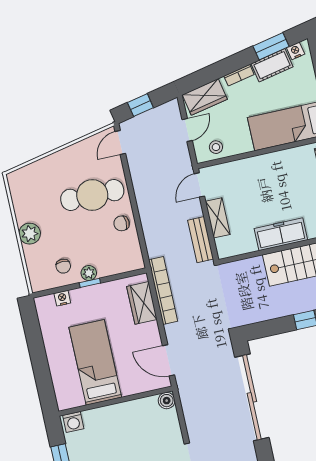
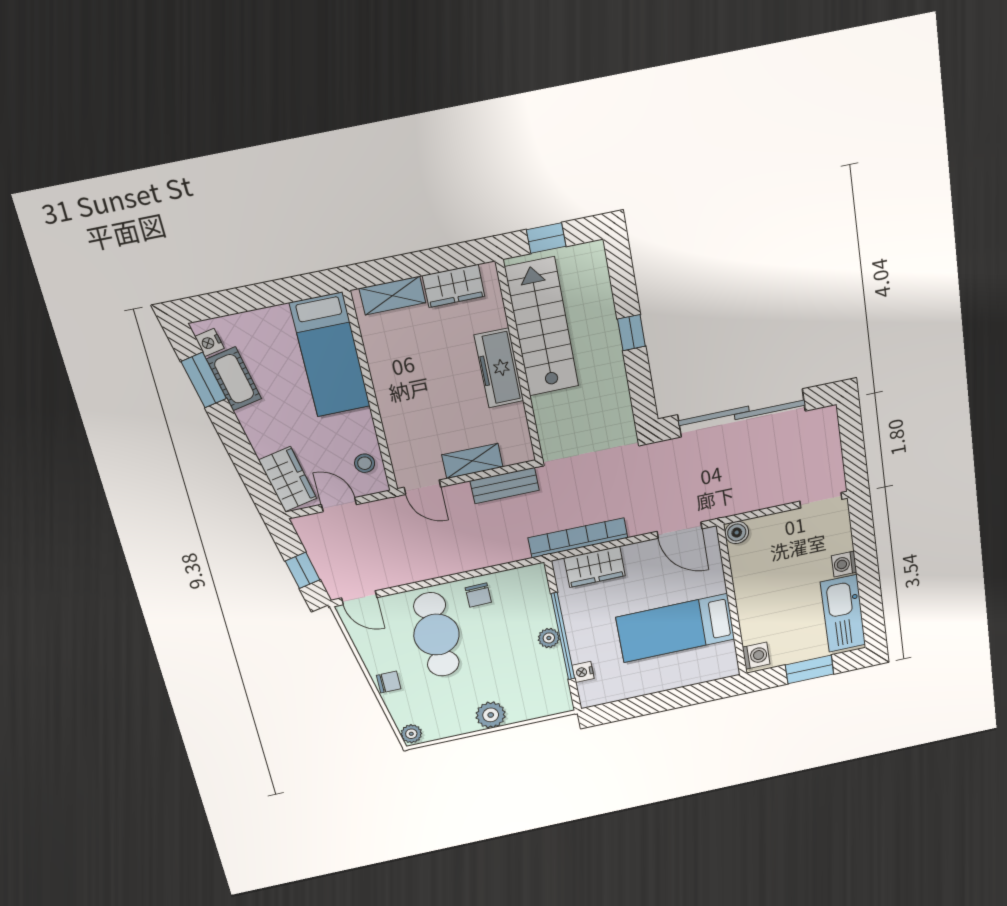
bookcase: (239, 75) -> (252, 429), removed
plant: (16, 178) -> (411, 734), added
chair: (63, 266) -> (389, 682), moved
window: (90, 283) -> (563, 636), width x3.17
door: (169, 360) -> (679, 530), hinge flipped

